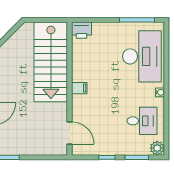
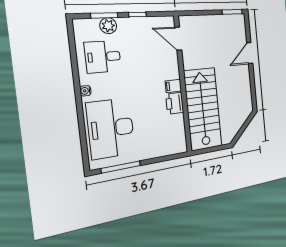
printer: (81, 30) -> (175, 103), moved, turned -90
plant: (157, 148) -> (108, 26), moved

